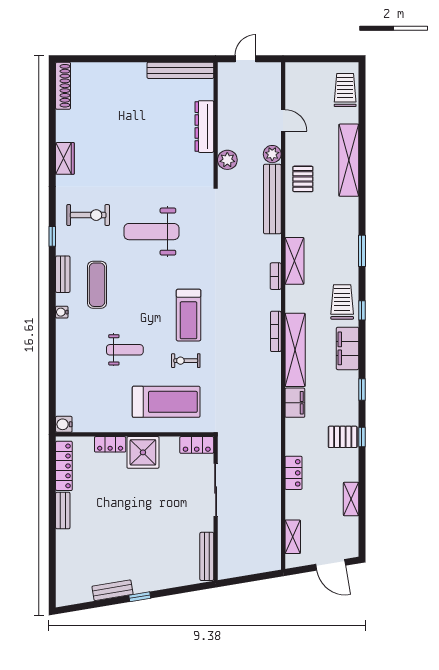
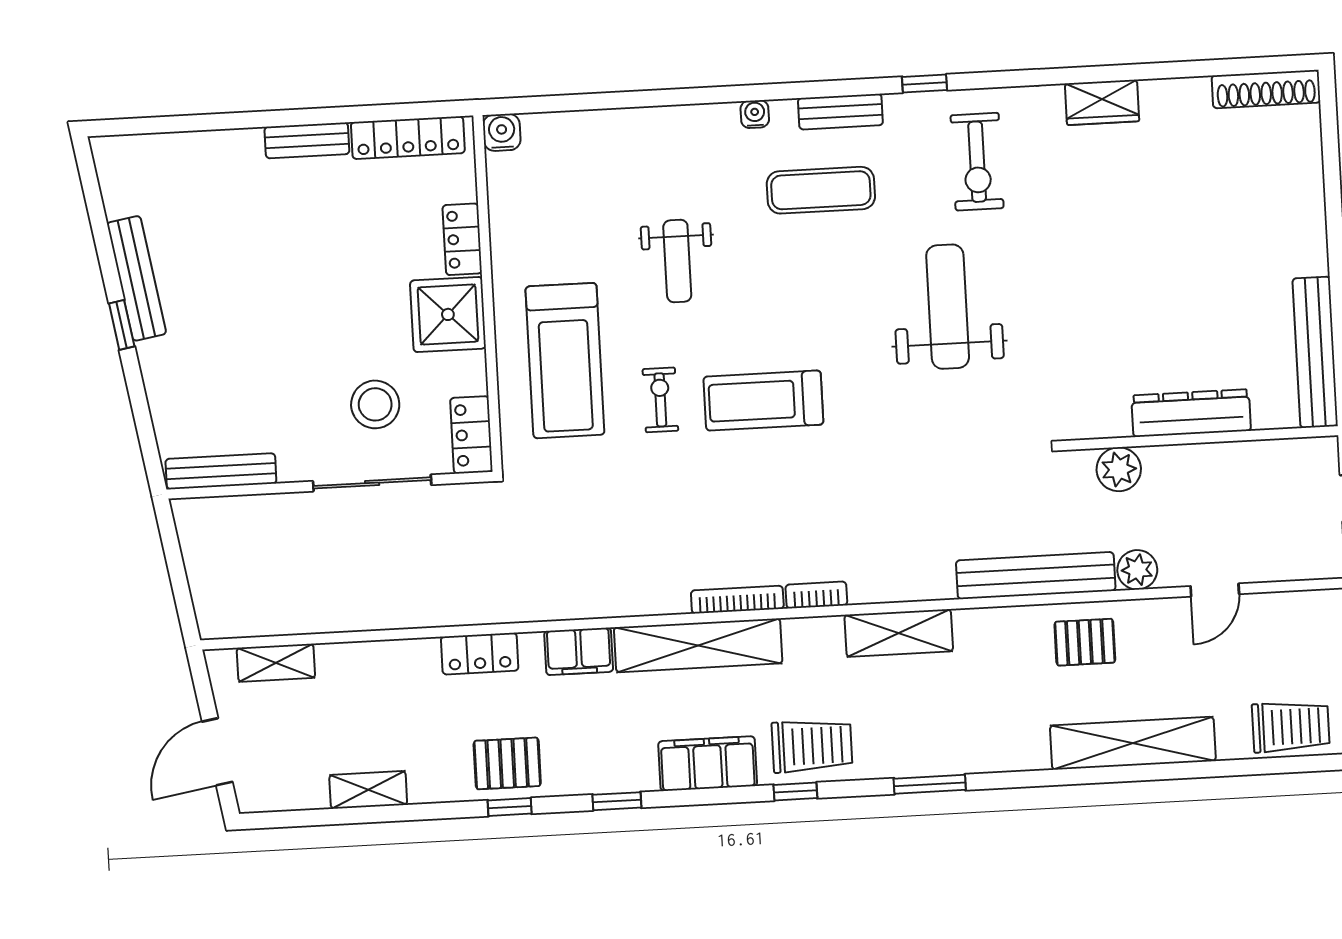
bookcase: (276, 276) -> (816, 595), moved
pallet: (343, 437) -> (507, 763), turned 90
locker: (294, 473) -> (480, 654), moved
stool: (181, 487) -> (375, 404), added
bench: (112, 590) -> (137, 278), width x1.36

